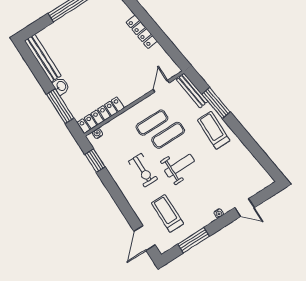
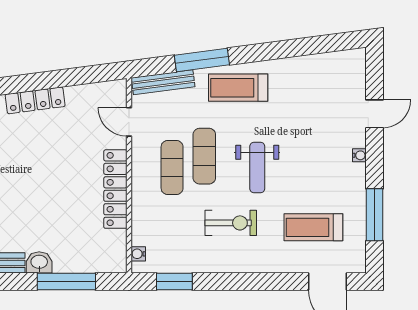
locker: (101, 115) -> (115, 189), moved
weight bench: (180, 166) -> (257, 167), turned 180

